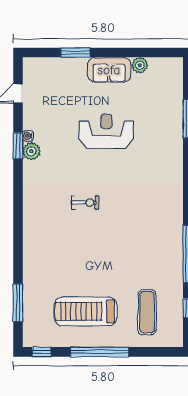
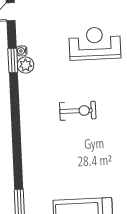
exercise bike: (85, 203) -> (78, 111), width x1.38, depth x1.39

